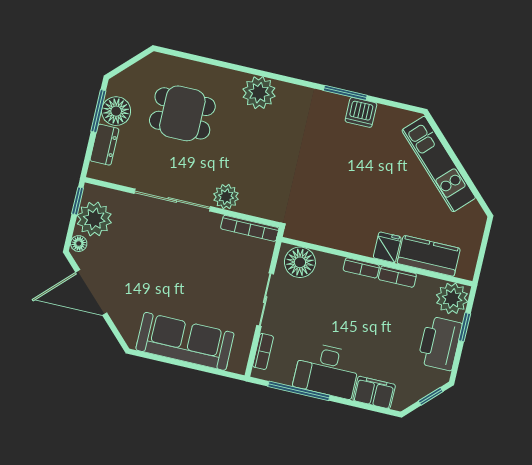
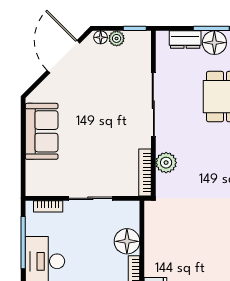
plant: (226, 197) -> (166, 163), moved
plant: (94, 219) -> (117, 38), width x0.53, depth x0.53
floor lamp: (300, 262) -> (127, 241), moved
sofa: (185, 341) -> (42, 131), width x0.73

